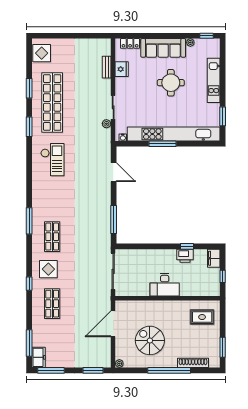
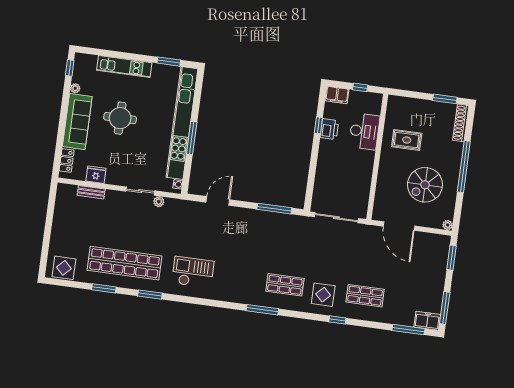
desk: (165, 285) -> (364, 131), moved
rug: (202, 317) -> (407, 140), moved, turned 90
shoe rack: (193, 363) -> (461, 123), moved

